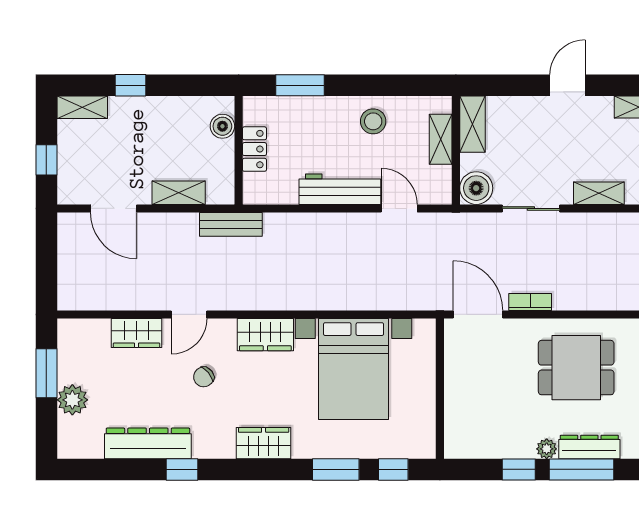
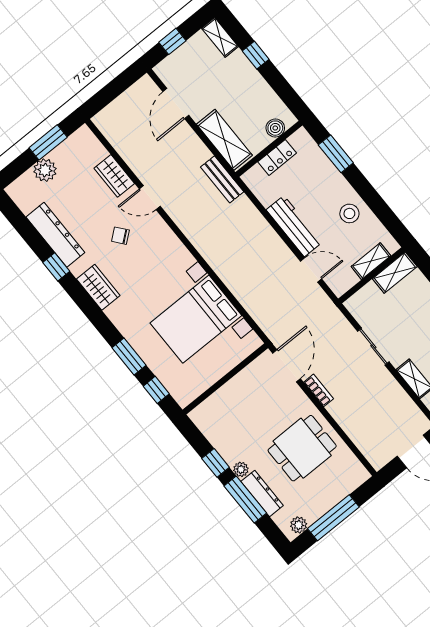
boiler: (476, 188) -> (359, 305), removed
shelving: (179, 193) -> (224, 140), width x1.50, depth x1.33
door: (399, 208) -> (311, 270), hinge flipped
wardrobe: (265, 335) -> (174, 252), removed
dining table: (576, 368) -> (302, 448), turned 90
wardrobe: (264, 443) -> (98, 287), moved

